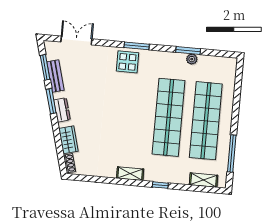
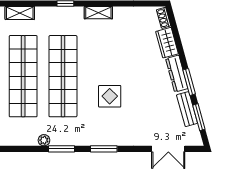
window: (188, 51) -> (61, 149), moved
display table: (127, 62) -> (110, 96), moved
dresser: (62, 110) -> (177, 74), width x1.44

